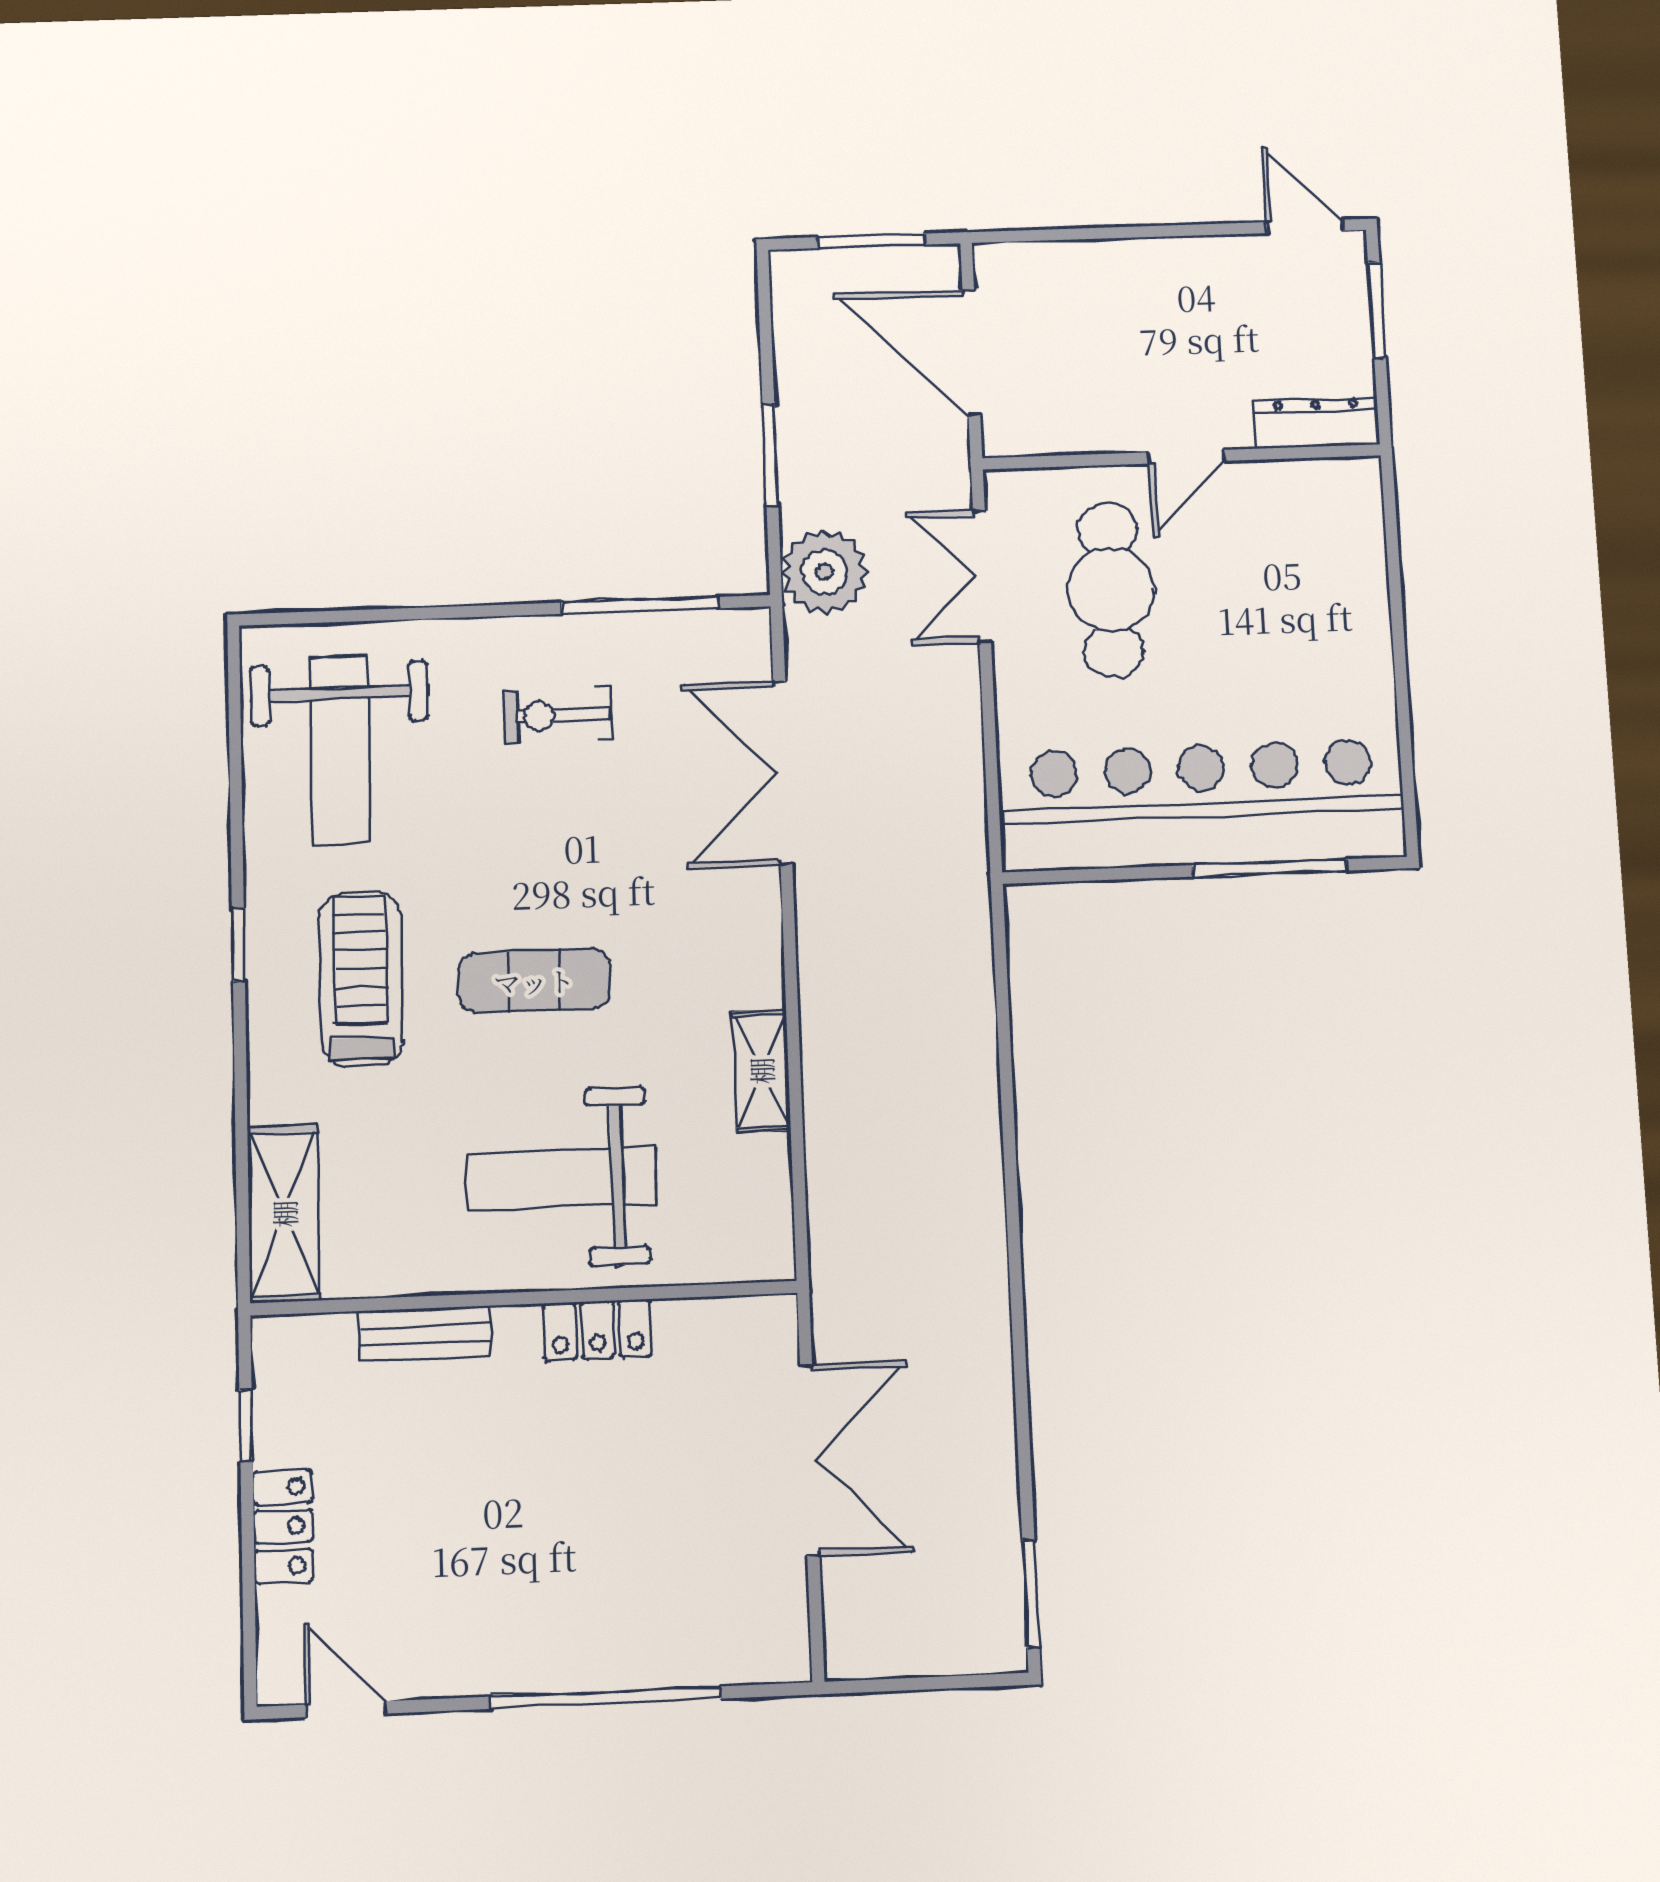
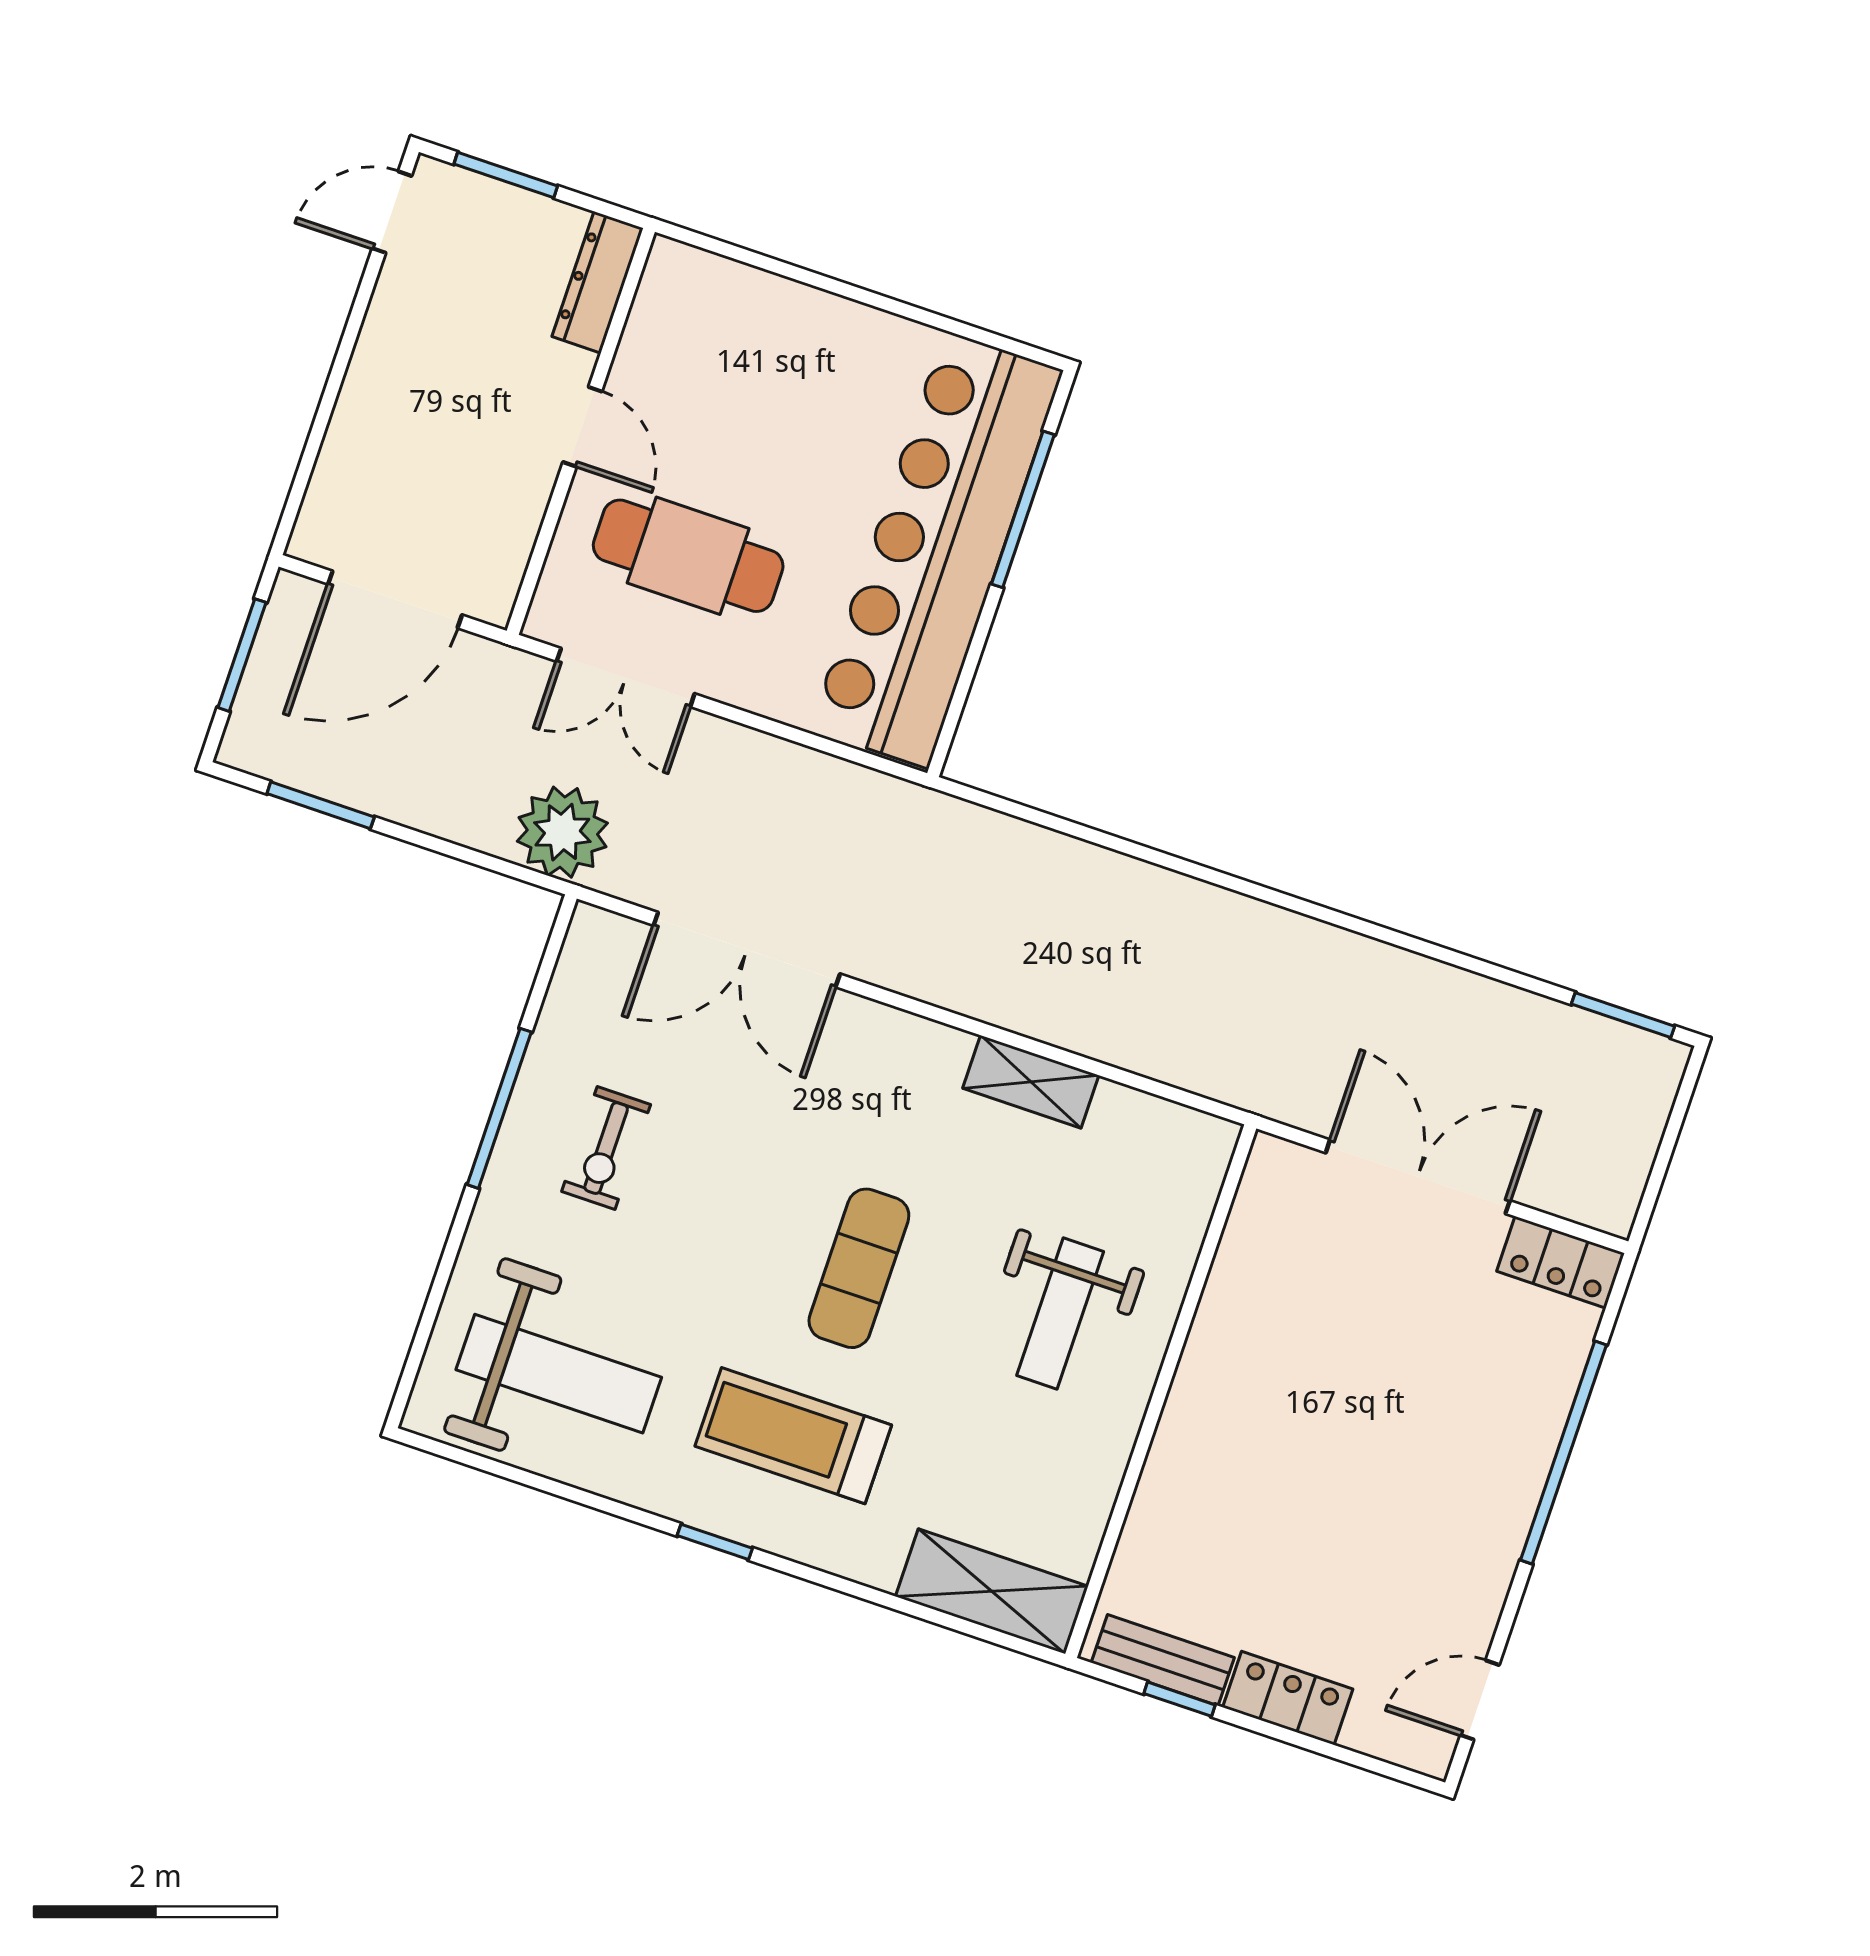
window: (770, 455) -> (321, 805), moved
window: (640, 605) -> (499, 1108), moved
weight bench: (561, 1178) -> (1060, 1314), width x0.73, depth x0.75
locker: (598, 1330) -> (1561, 1262), moved, turned 90
bench: (425, 1334) -> (1163, 1660), moved, turned 90

